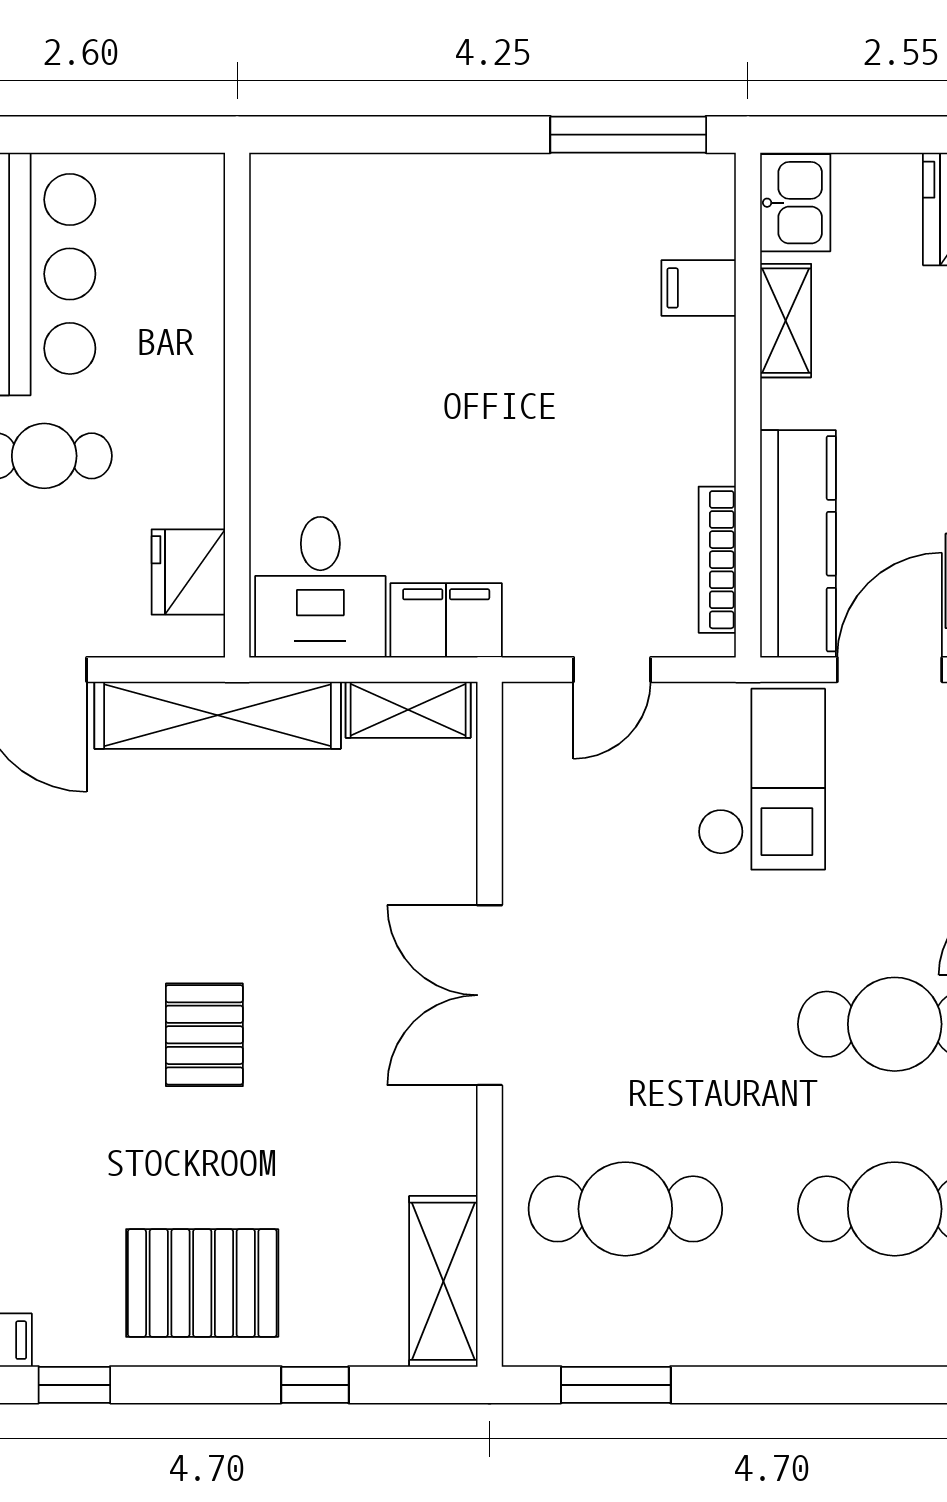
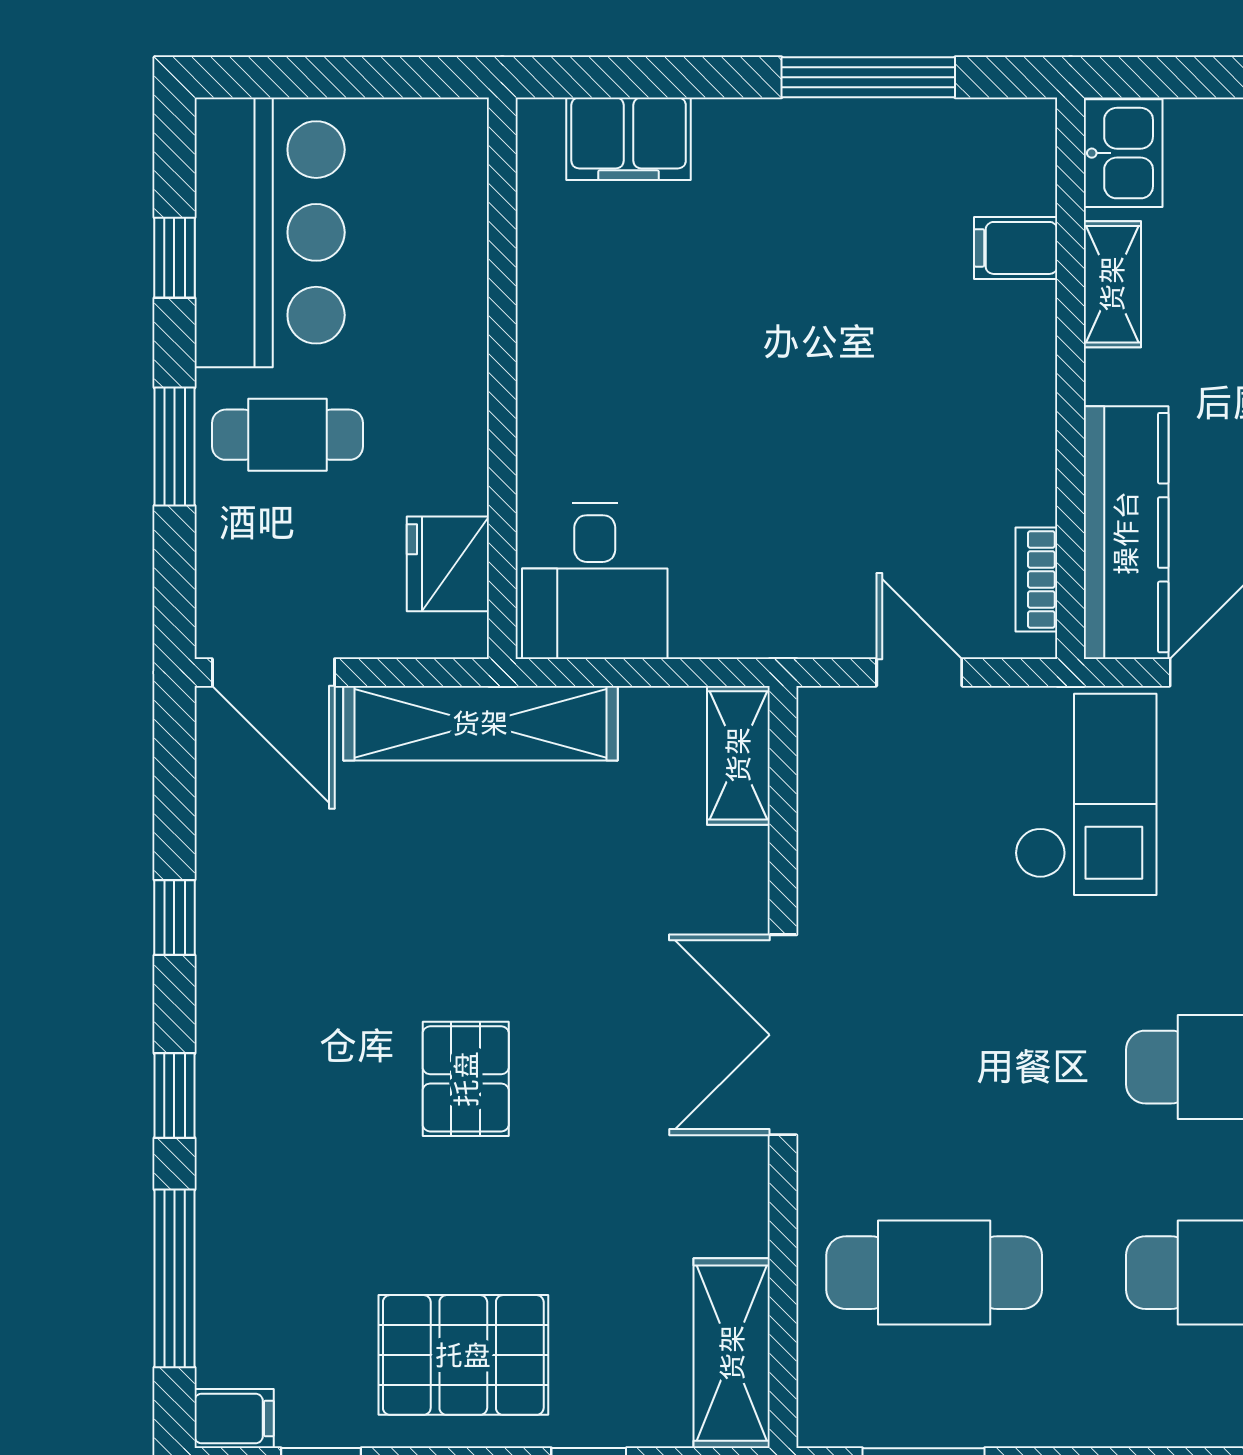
window: (628, 135) -> (868, 77), moved
bookcase: (717, 560) -> (1036, 580), width x0.64
filing cabinet: (446, 620) -> (629, 139), moved, turned 180
door: (612, 670) -> (919, 672), swing flipped
shelving: (408, 710) -> (738, 755), moved, turned 90

